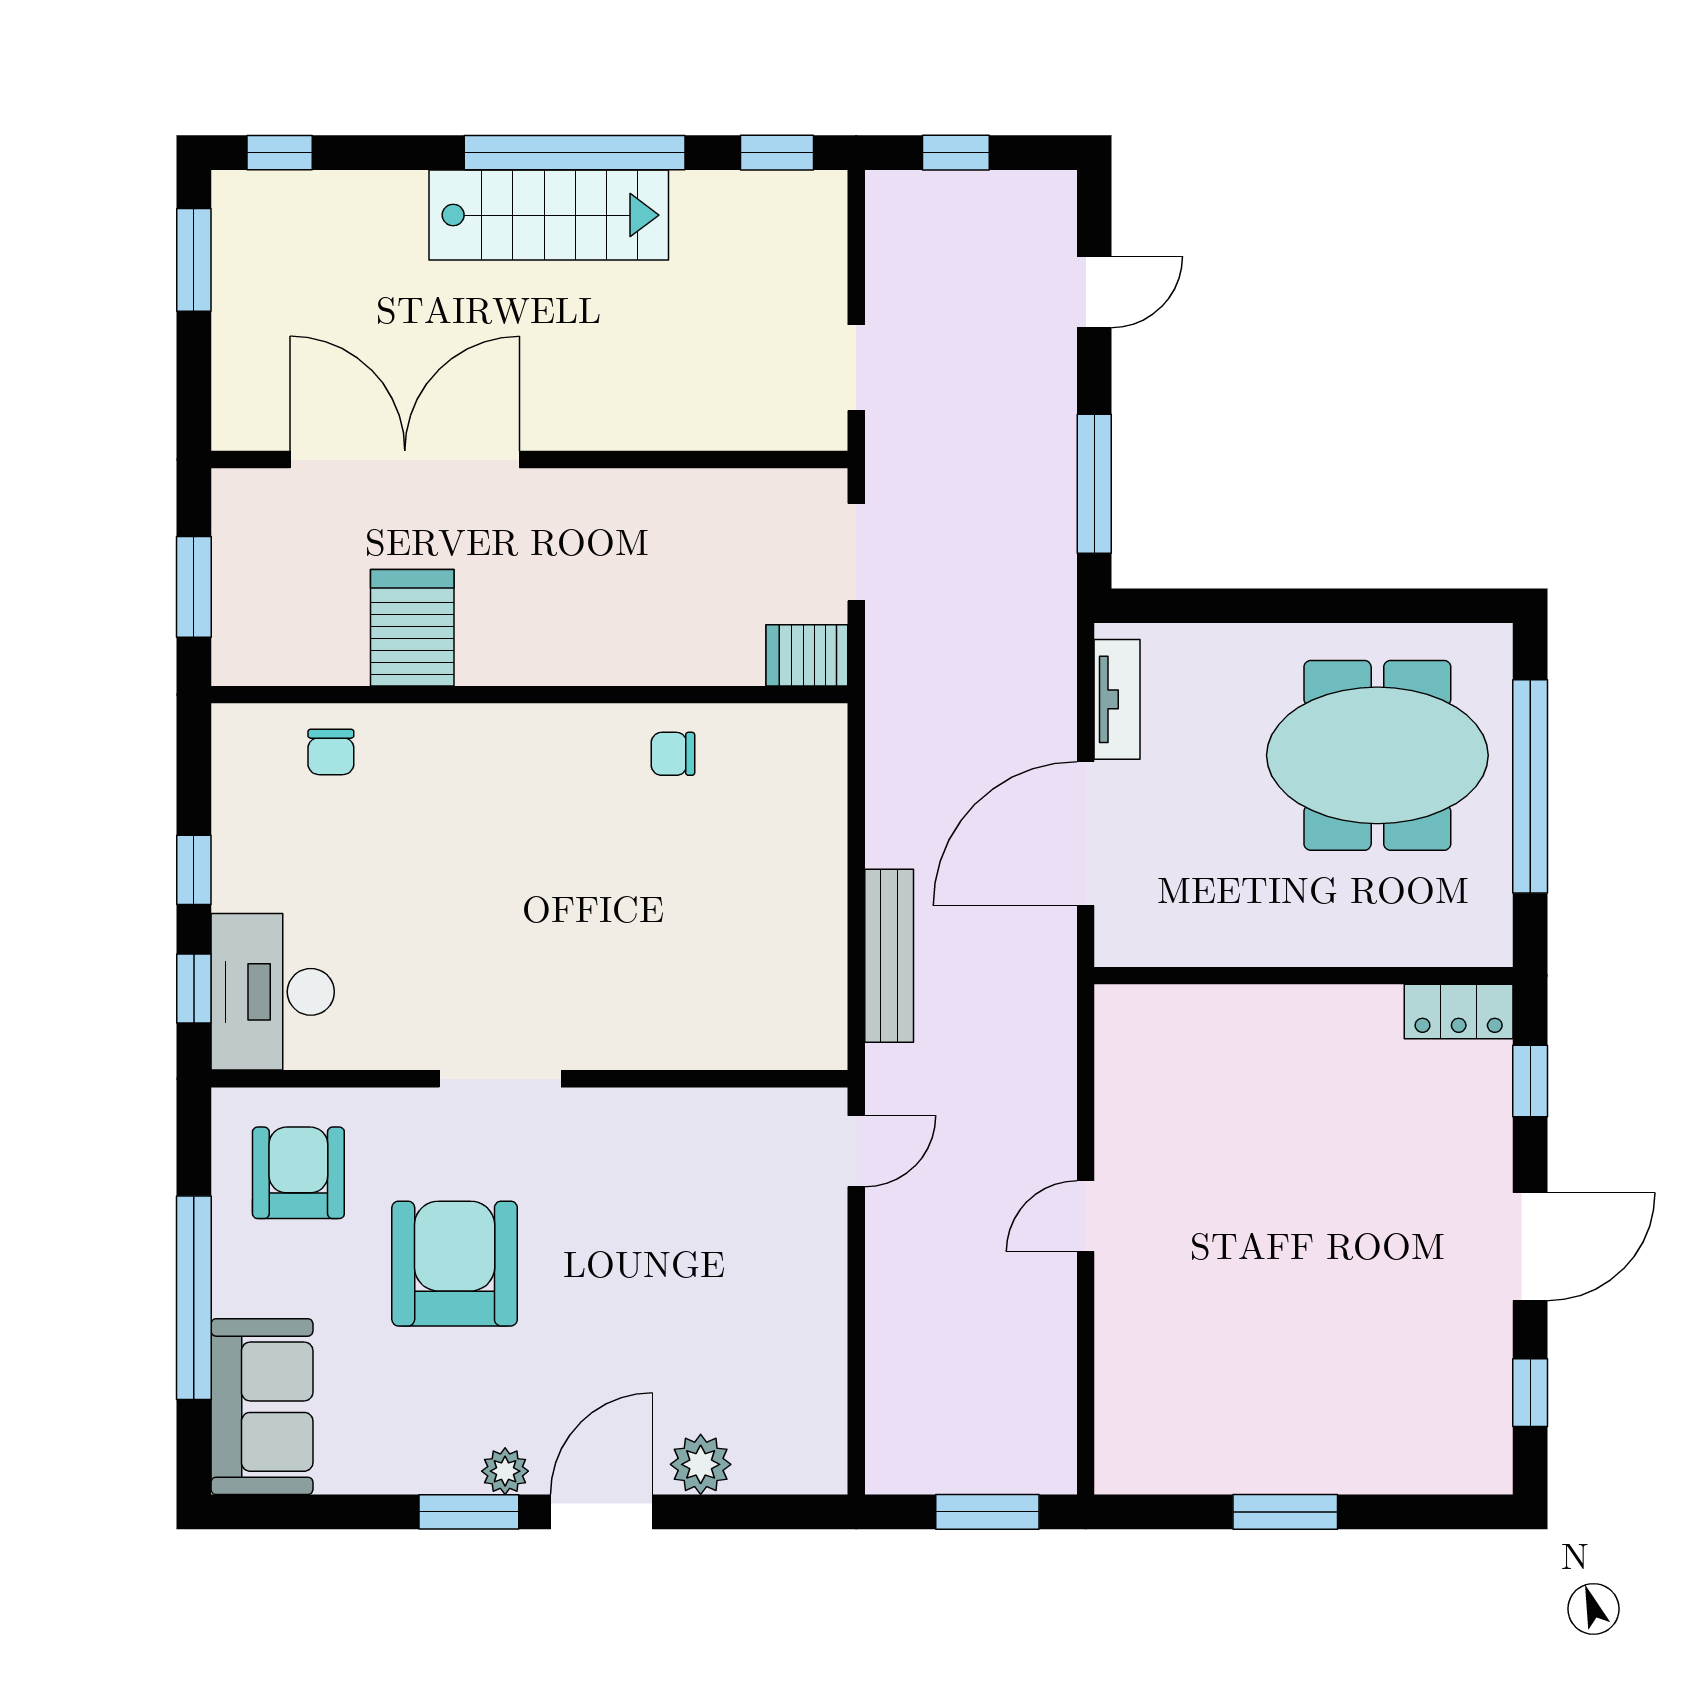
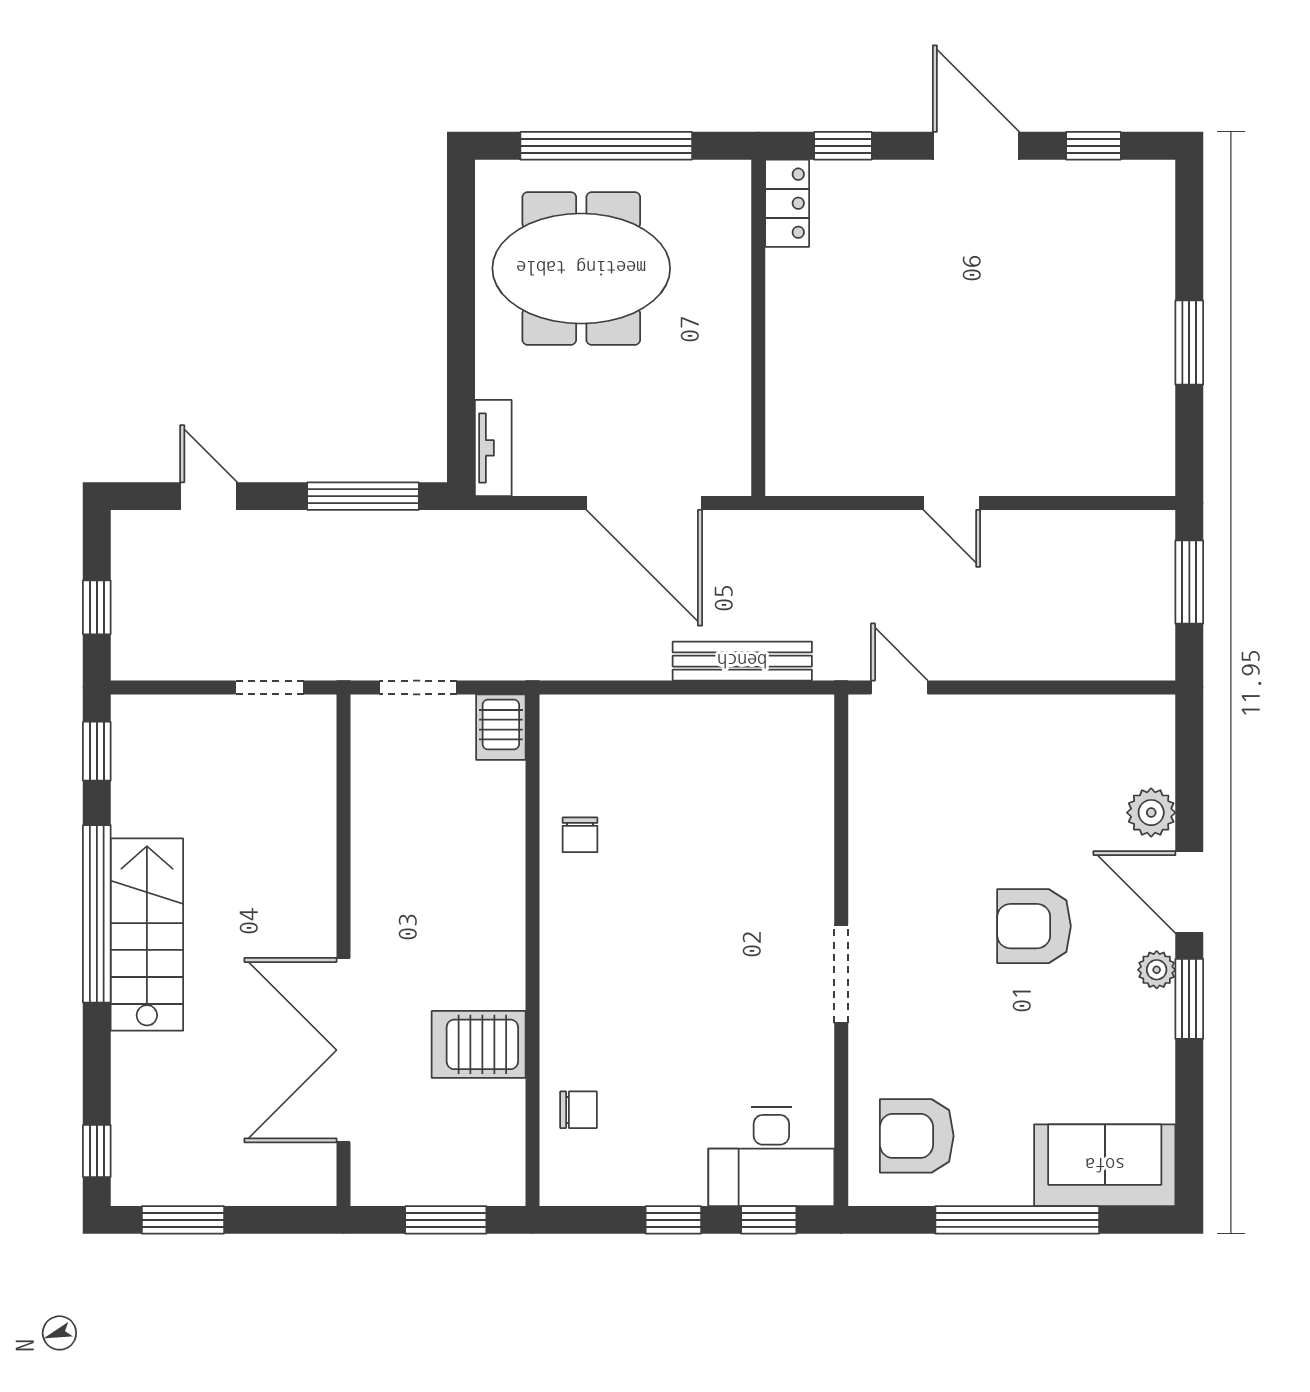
tv unit: (1117, 699) -> (493, 448), moved, turned 90
meeting table: (1377, 755) -> (581, 268), turned 90
armchair: (455, 1264) -> (1034, 926), moved, width x0.73, depth x0.73

